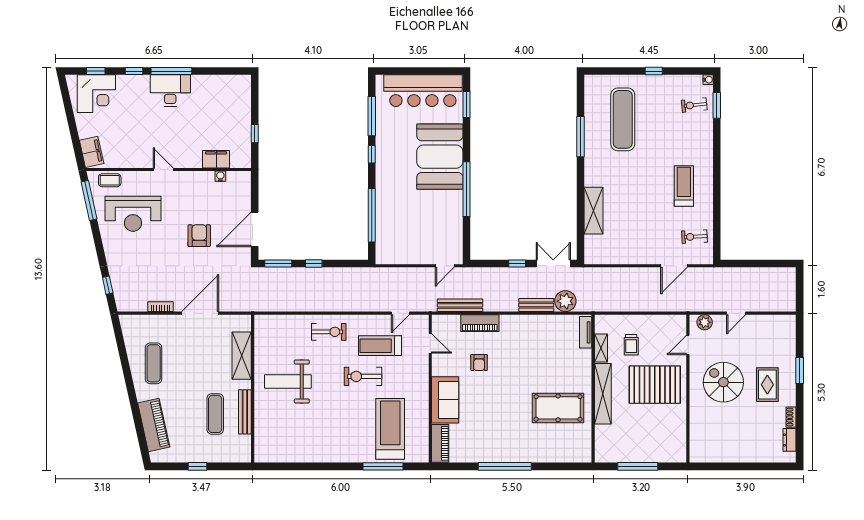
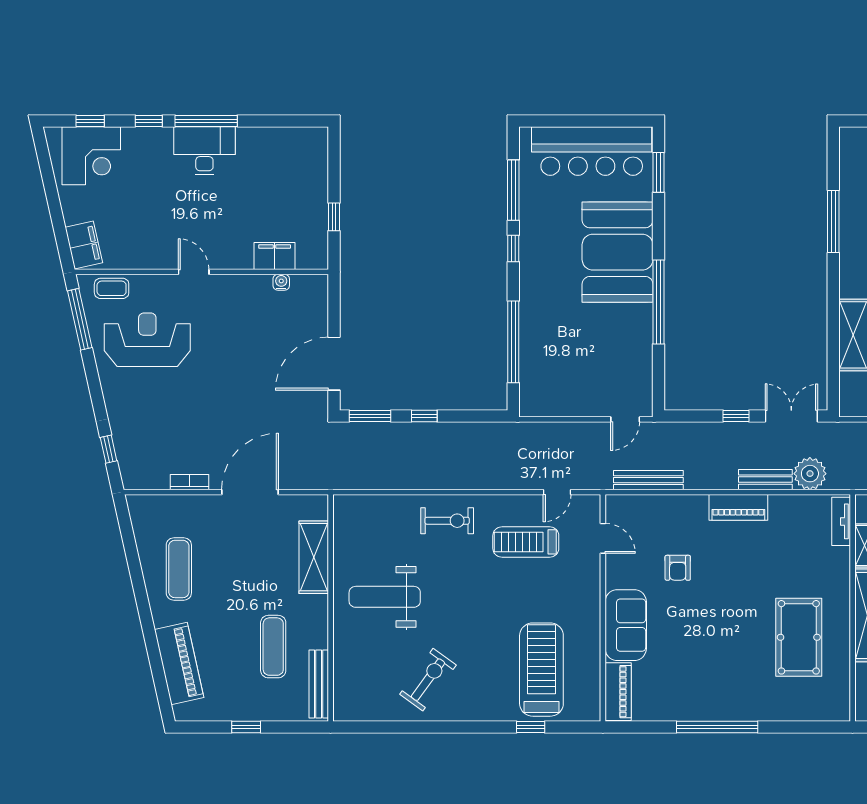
reception desk: (133, 214) -> (147, 340), turned 180
armchair: (199, 236) -> (249, 373), removed
piano: (480, 323) -> (738, 507), moved
exercise bike: (363, 376) -> (428, 680), moved, turned 126
pool table: (558, 408) -> (799, 637), turned 90
bench: (245, 412) -> (319, 684), moved
window: (383, 466) -> (531, 727), width x0.46

